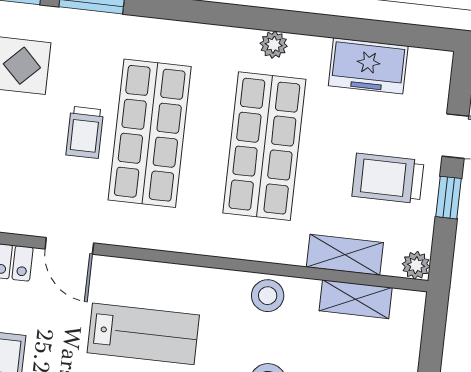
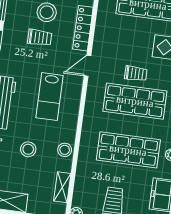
trolley: (85, 132) -> (136, 73), turned 180
shelving: (345, 255) -> (81, 183), removed

